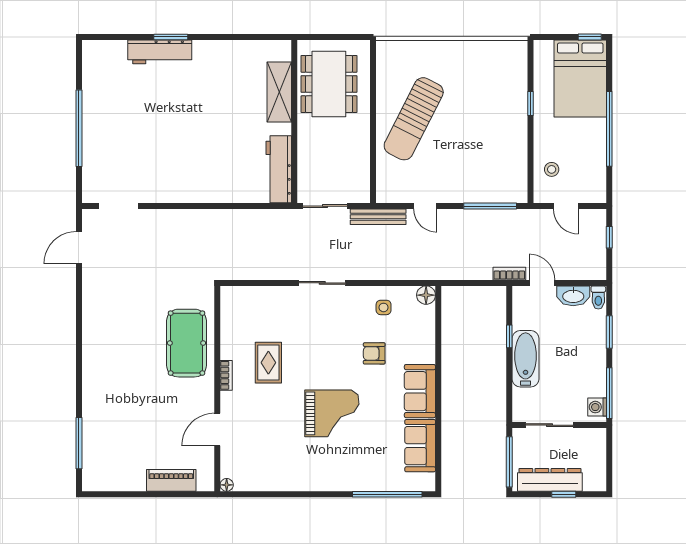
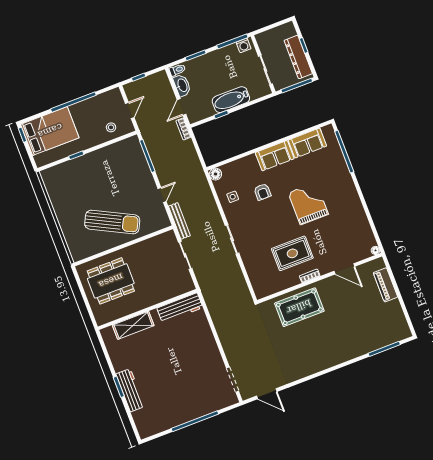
shelving: (279, 92) -> (133, 325), moved
wall: (294, 122) -> (148, 309), moved
workbench: (279, 169) -> (180, 308), moved
rug: (268, 363) -> (292, 253), width x1.36, depth x1.43

